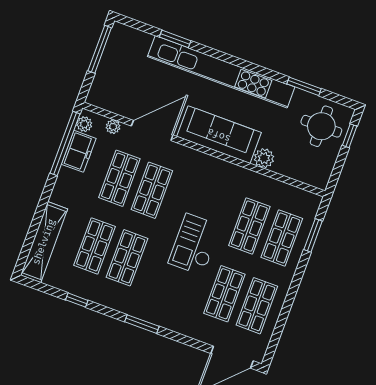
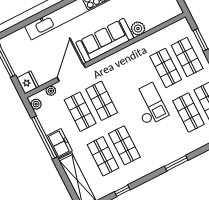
window: (175, 39) -> (35, 18), removed
fridge: (99, 94) -> (28, 82), added
window: (65, 143) -> (44, 138), moved
freezer: (79, 151) -> (59, 143), moved
checkout: (195, 244) -> (149, 104), turned 180
window: (142, 324) -> (176, 163), moved

